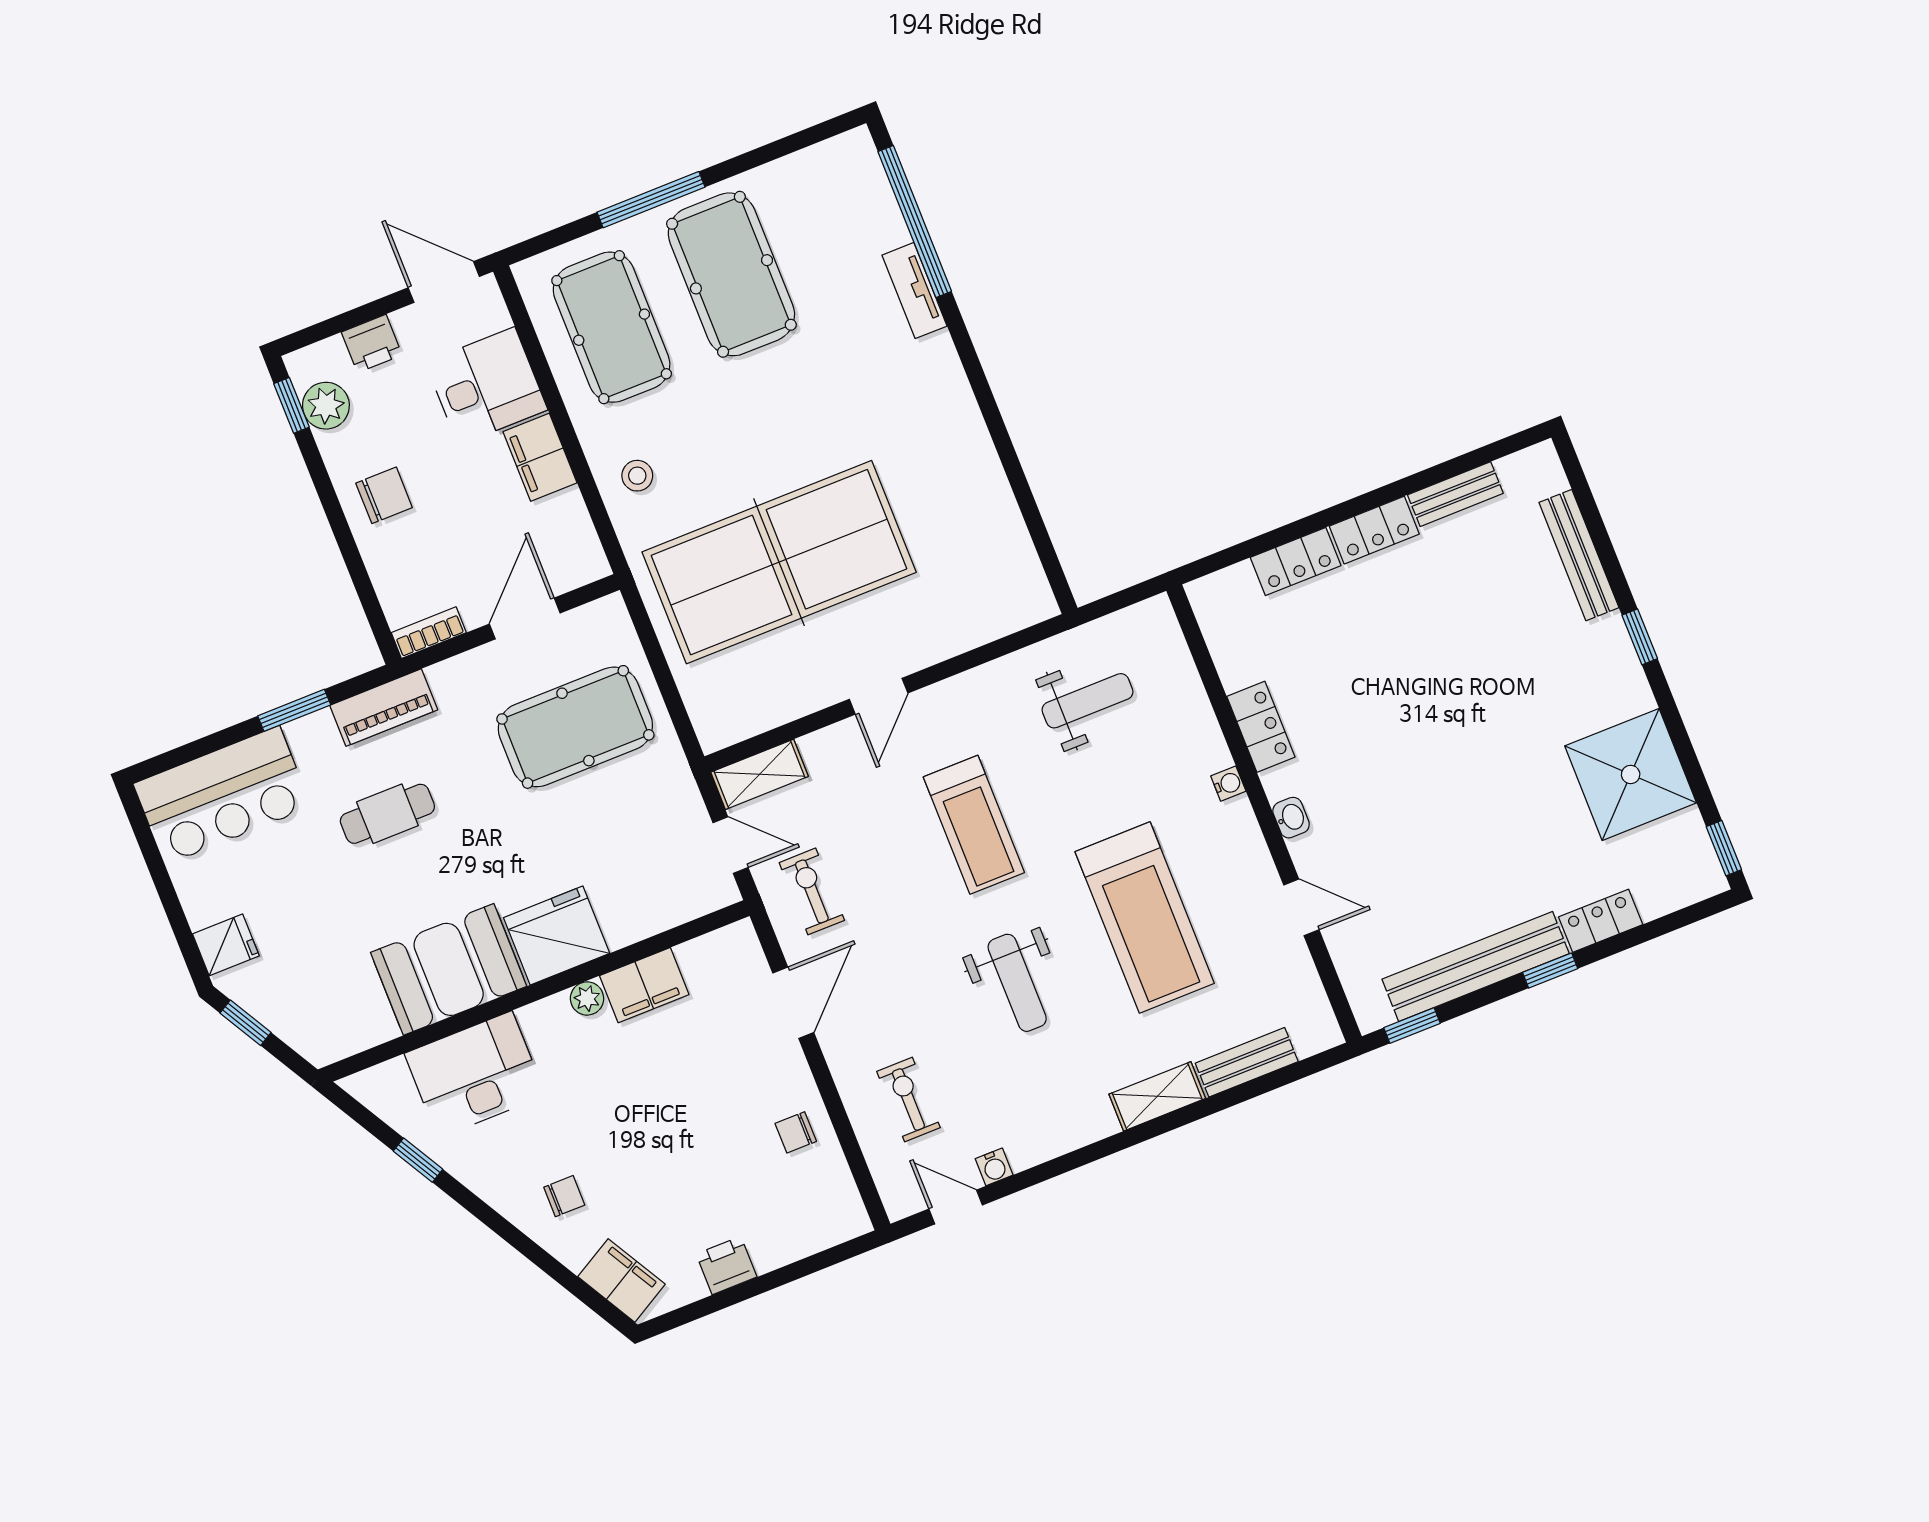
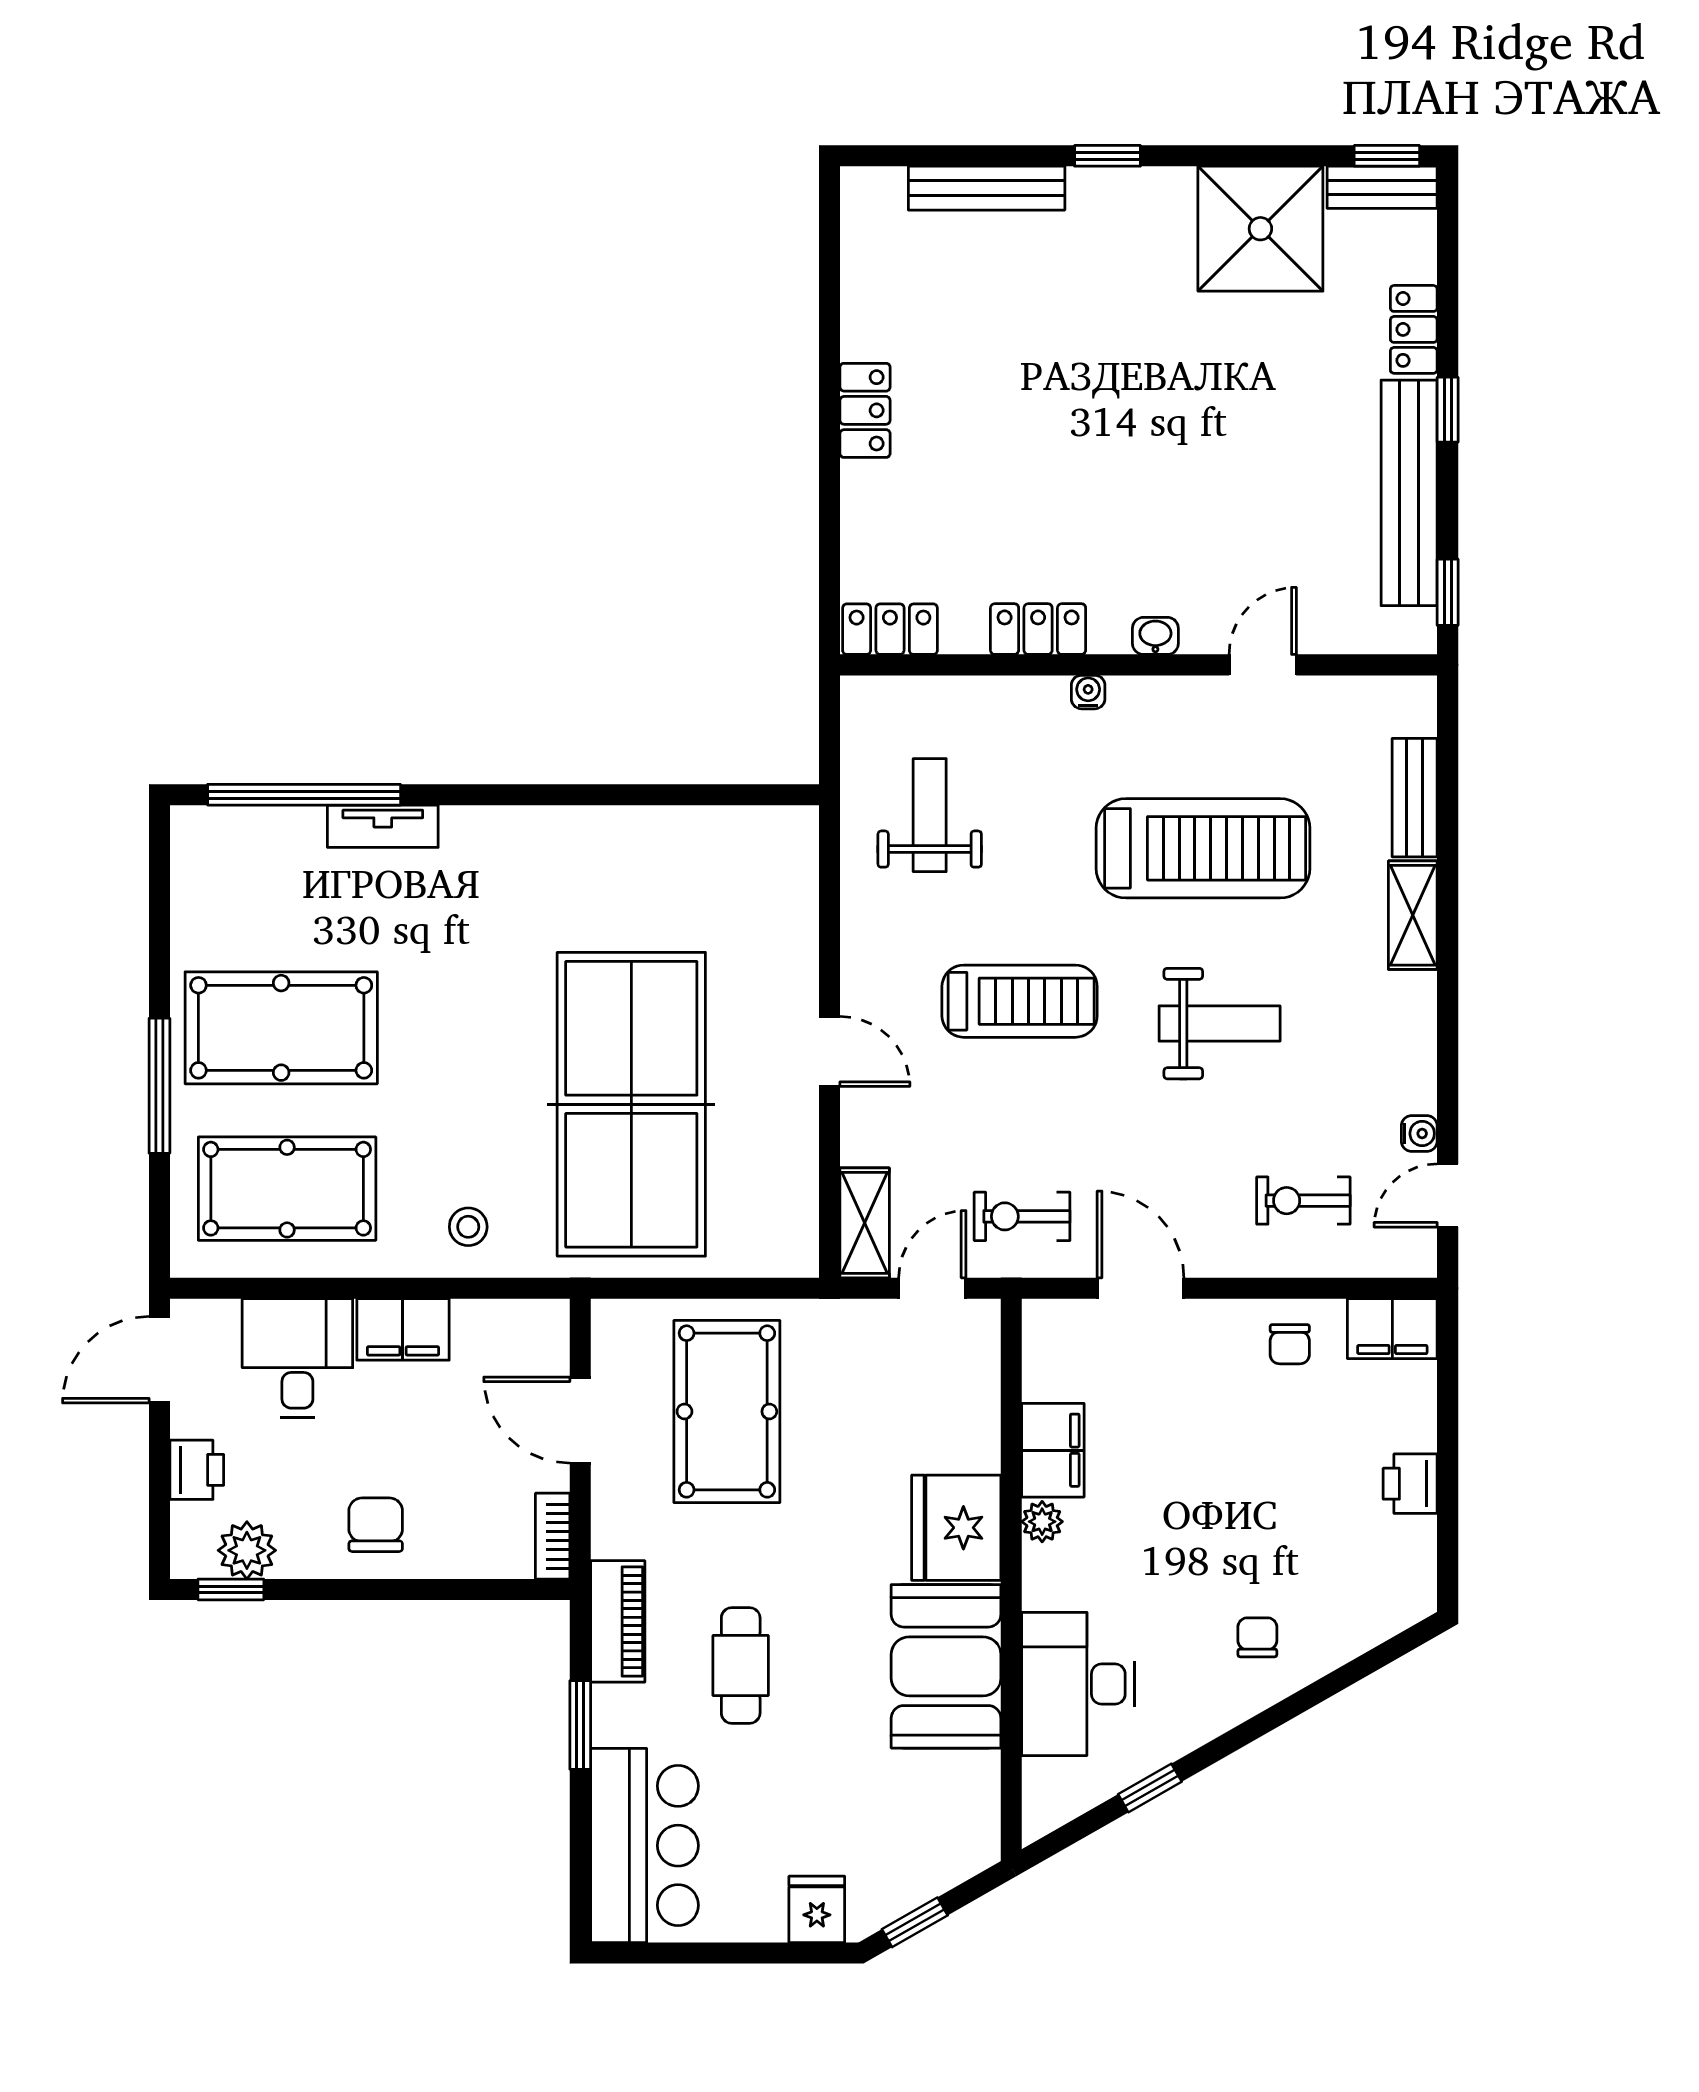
bench: (1455, 494) -> (1382, 187), moved, turned 90
locker: (1296, 561) -> (890, 629), moved, turned -90
filing cabinet: (621, 1280) -> (1392, 1329), moved, turned -150

